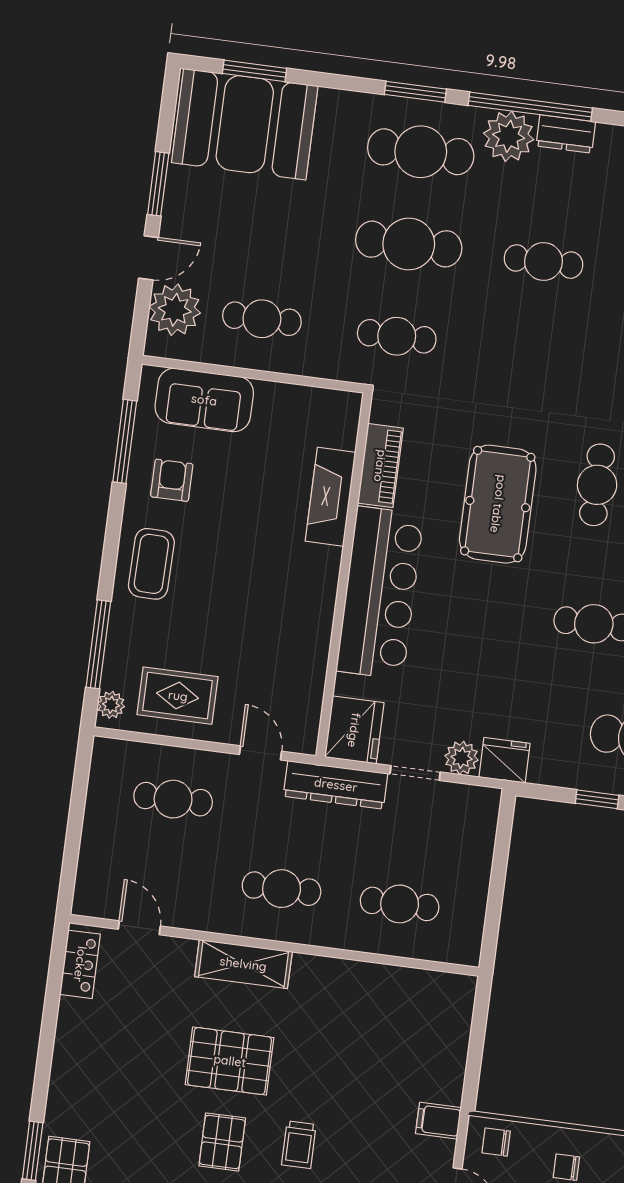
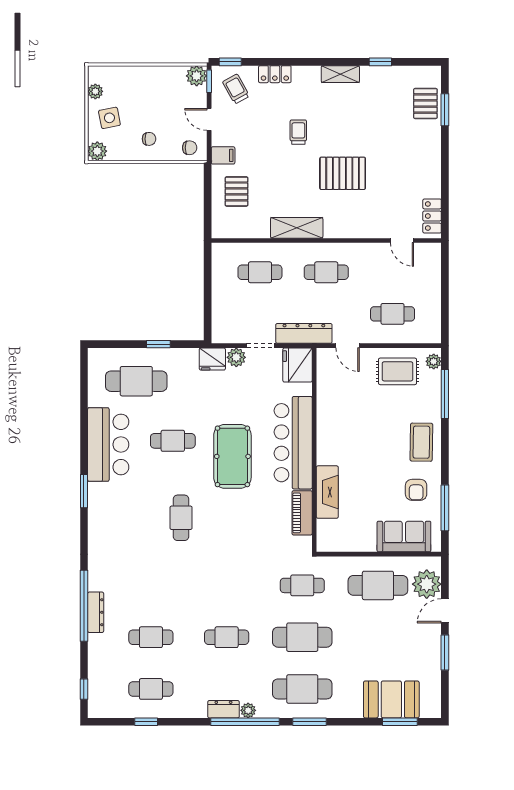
booth: (245, 124) -> (391, 699), width x0.73, depth x0.70
plant: (509, 136) -> (248, 710), width x0.53, depth x0.53
cafe table: (262, 319) -> (378, 585), width x1.37, depth x1.35
pool table: (498, 504) -> (232, 456), moved
shelving: (243, 964) -> (297, 228), moved
pallet: (222, 1142) -> (237, 191), moved

